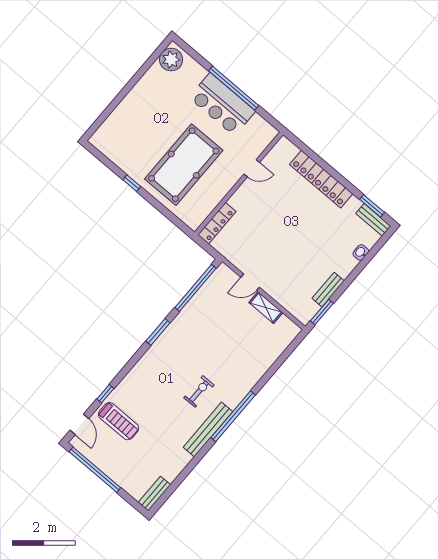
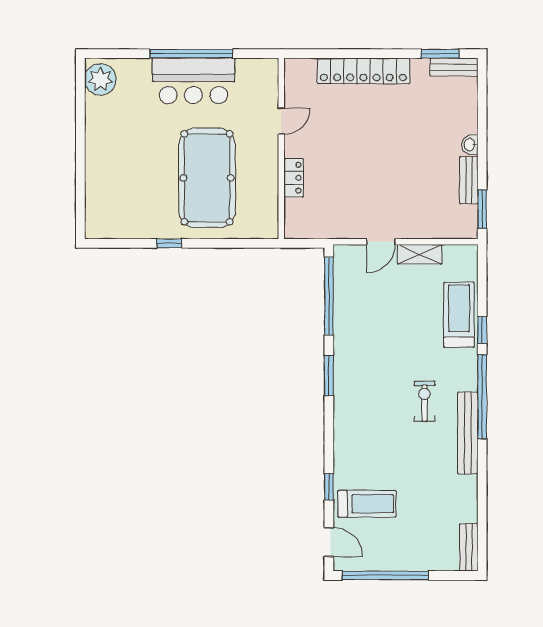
locker: (217, 223) -> (294, 178), moved, width x0.66
washbasin: (361, 252) -> (470, 145), moved
treadmill: (259, 360) -> (459, 315), added
window: (265, 379) -> (482, 330), added

